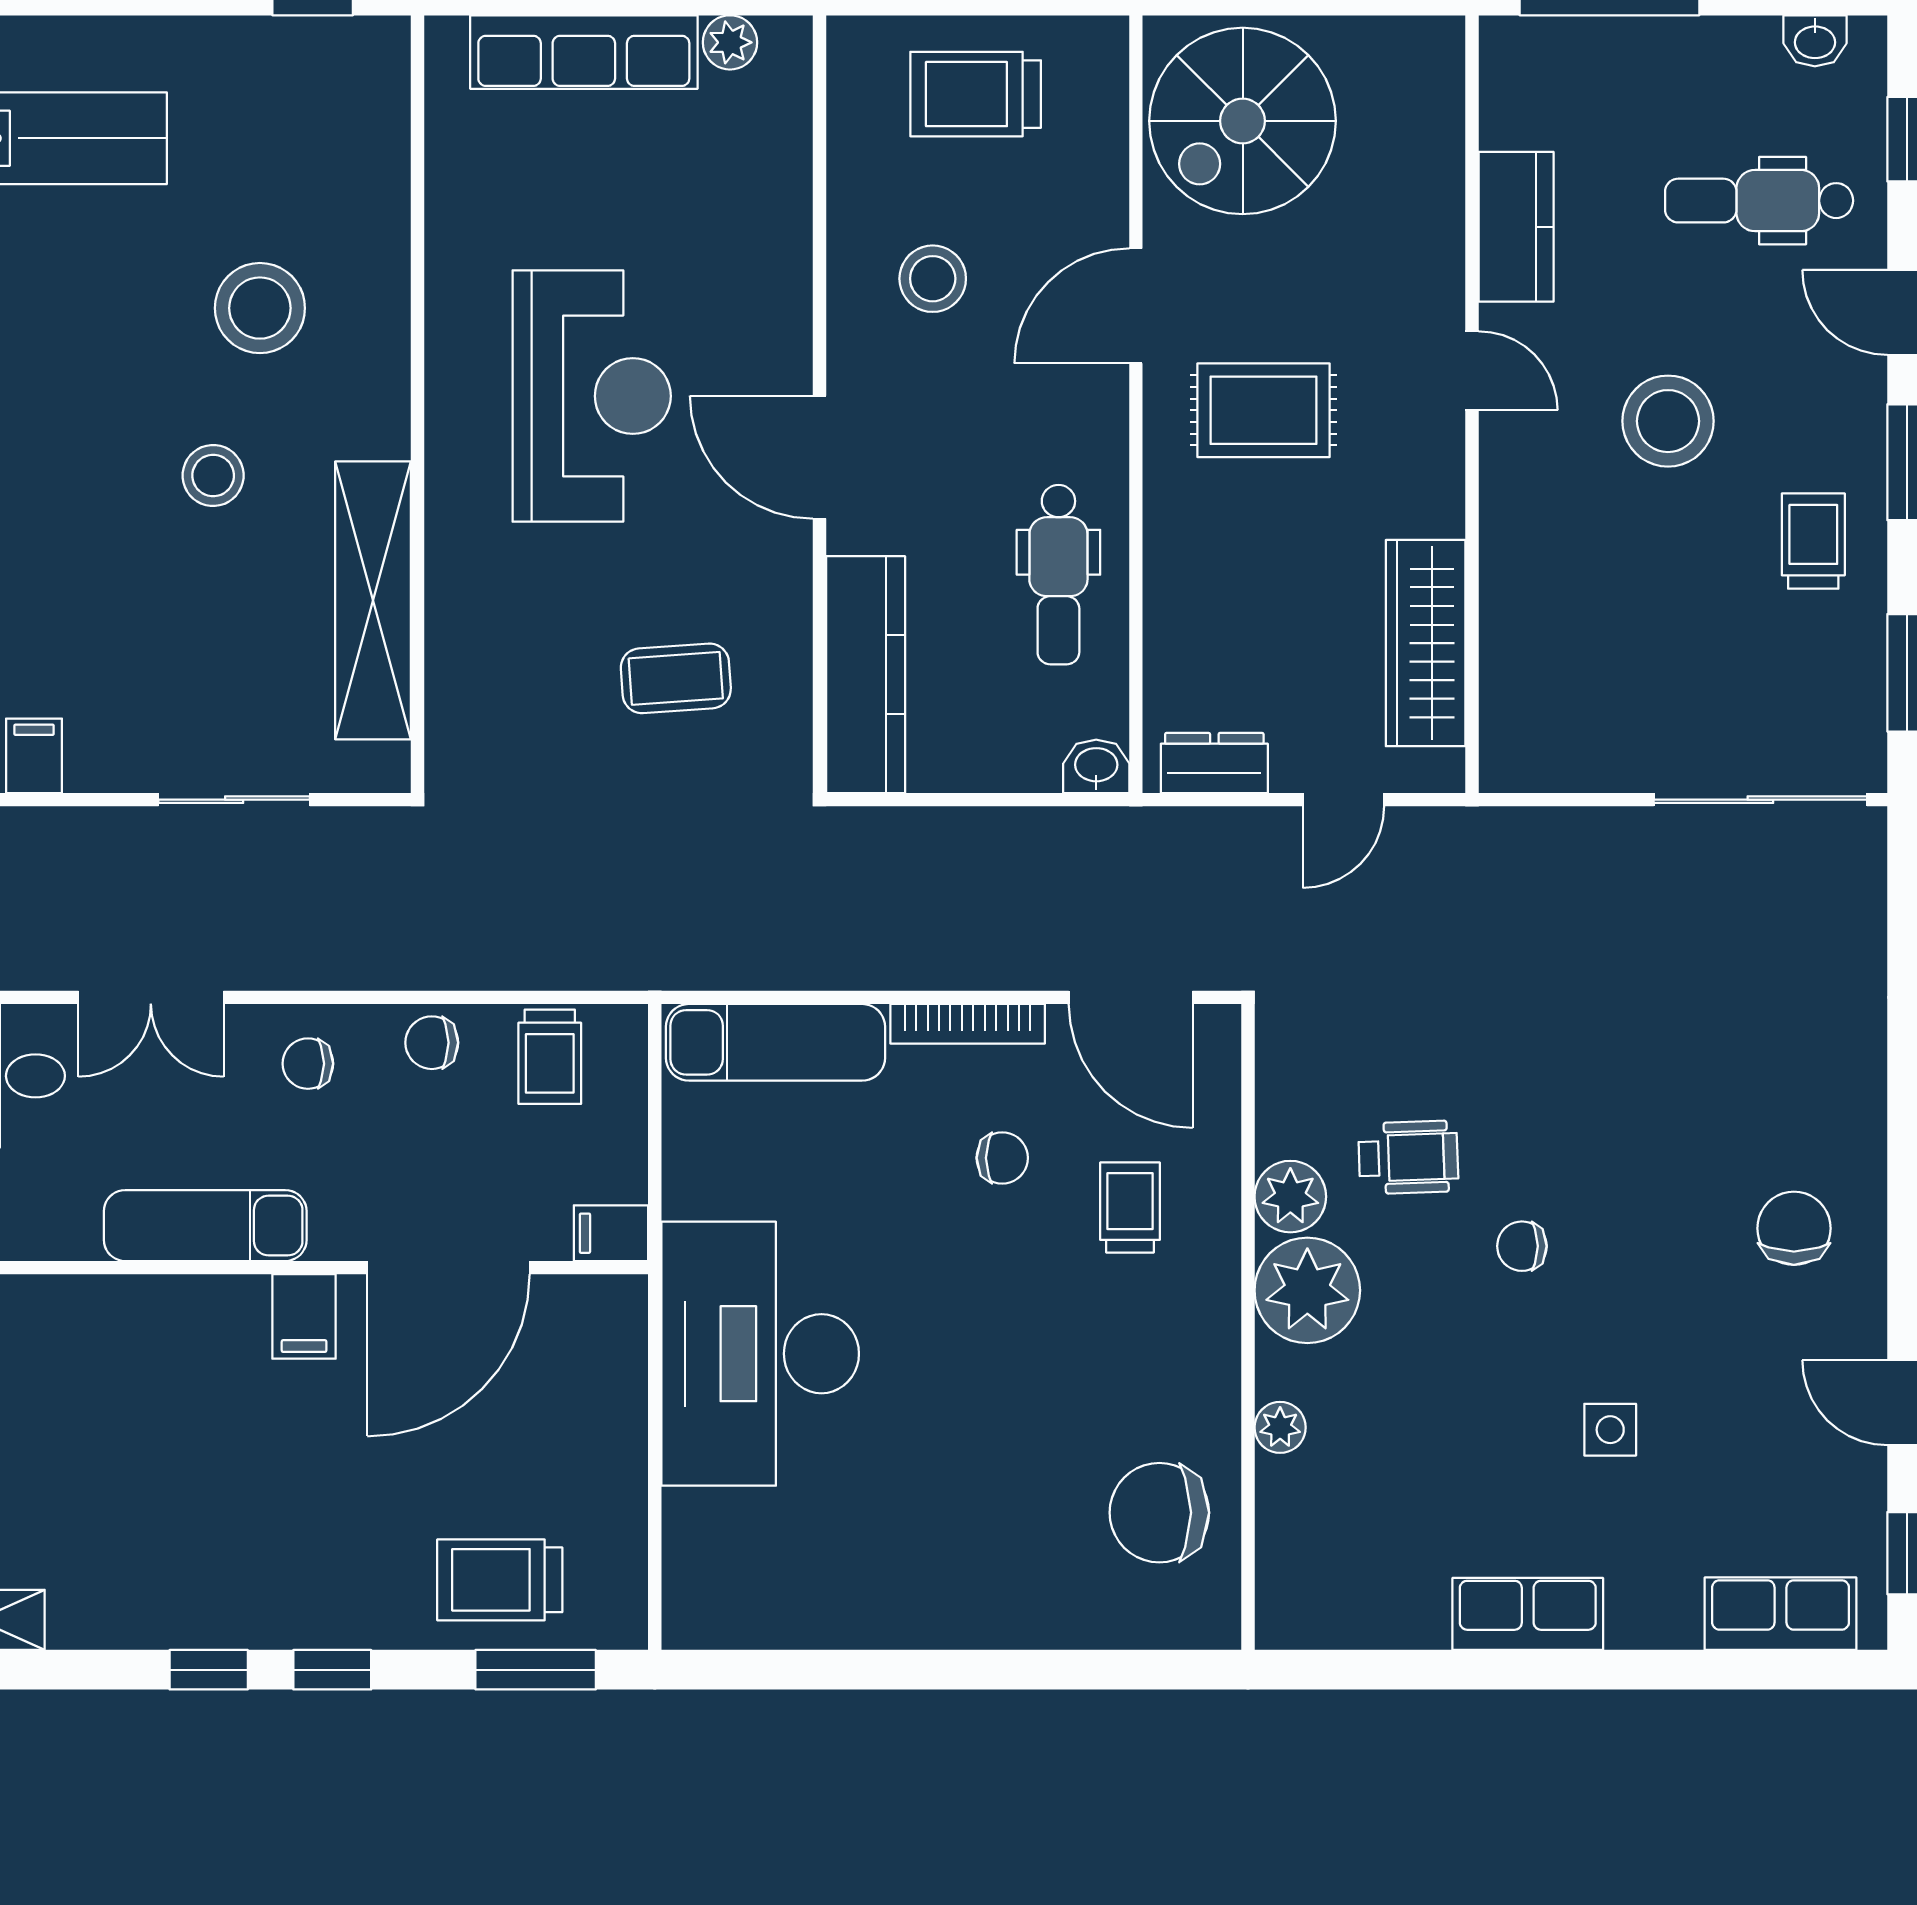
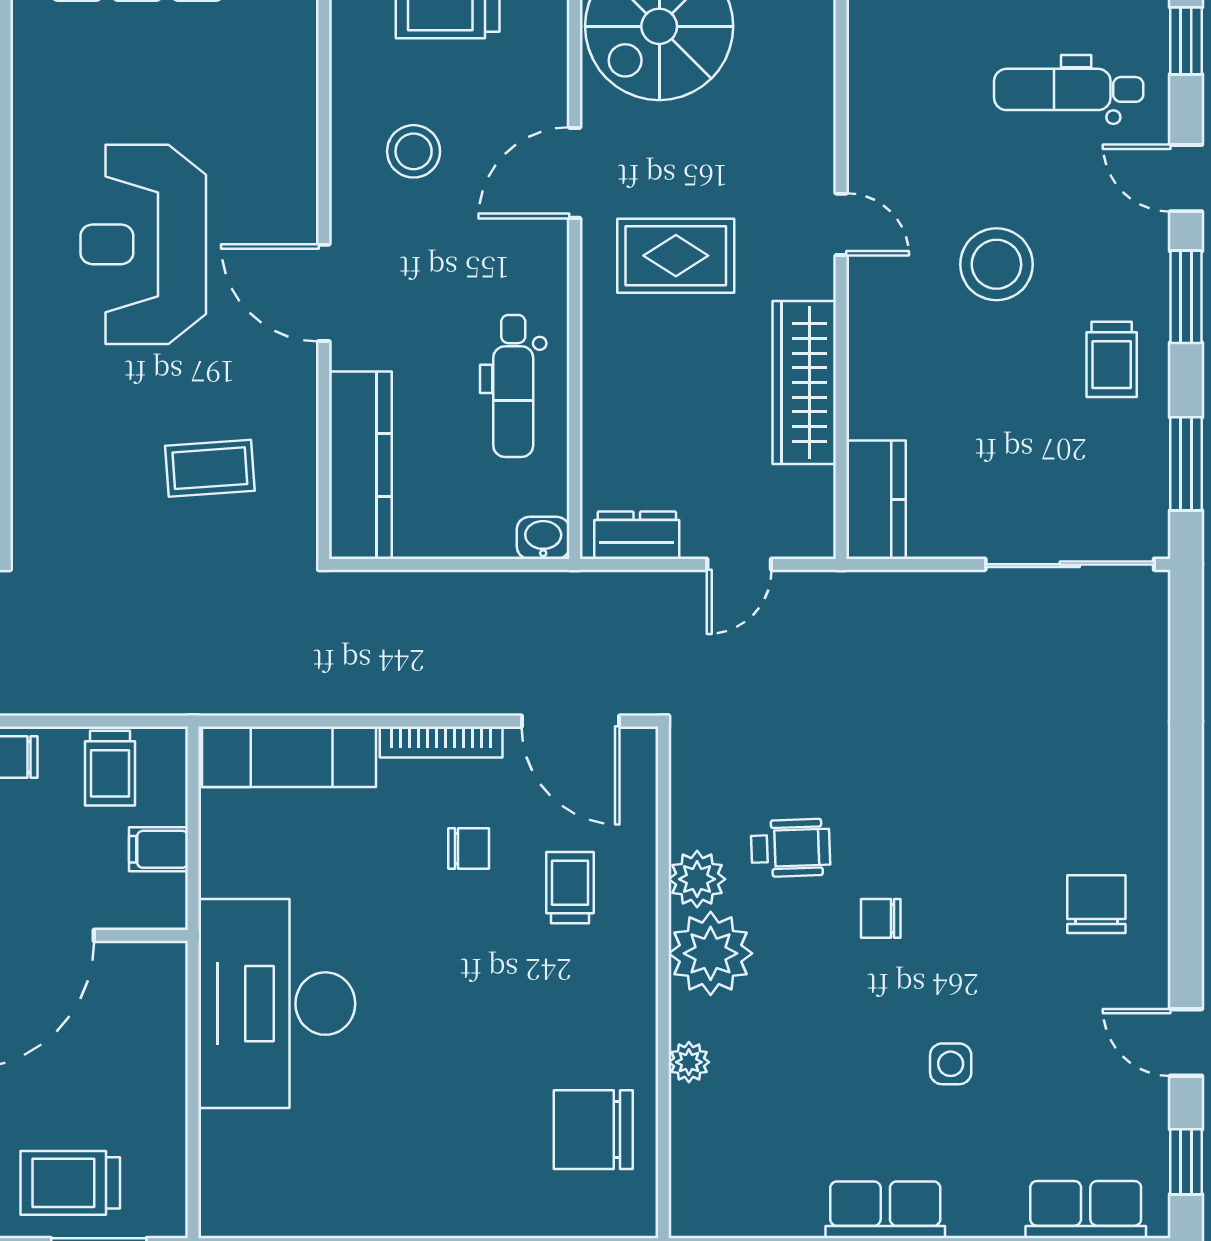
kitchen counter: (1516, 227) -> (876, 500), moved
reception desk: (592, 396) -> (143, 244), turned 180
trolley: (1813, 541) -> (1112, 359), turned 180
wardrobe: (1426, 643) -> (804, 383), moved
filing cabinet: (611, 1233) -> (158, 849), moved

